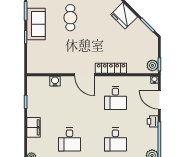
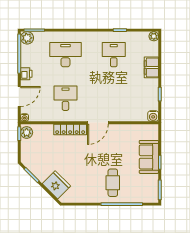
sofa: (36, 24) -> (149, 157), moved
door: (85, 75) -> (98, 123), swing flipped
water cooler: (55, 81) -> (153, 116), moved
door: (159, 100) -> (19, 97), hinge flipped
desk: (115, 140) -> (65, 55), width x1.37

